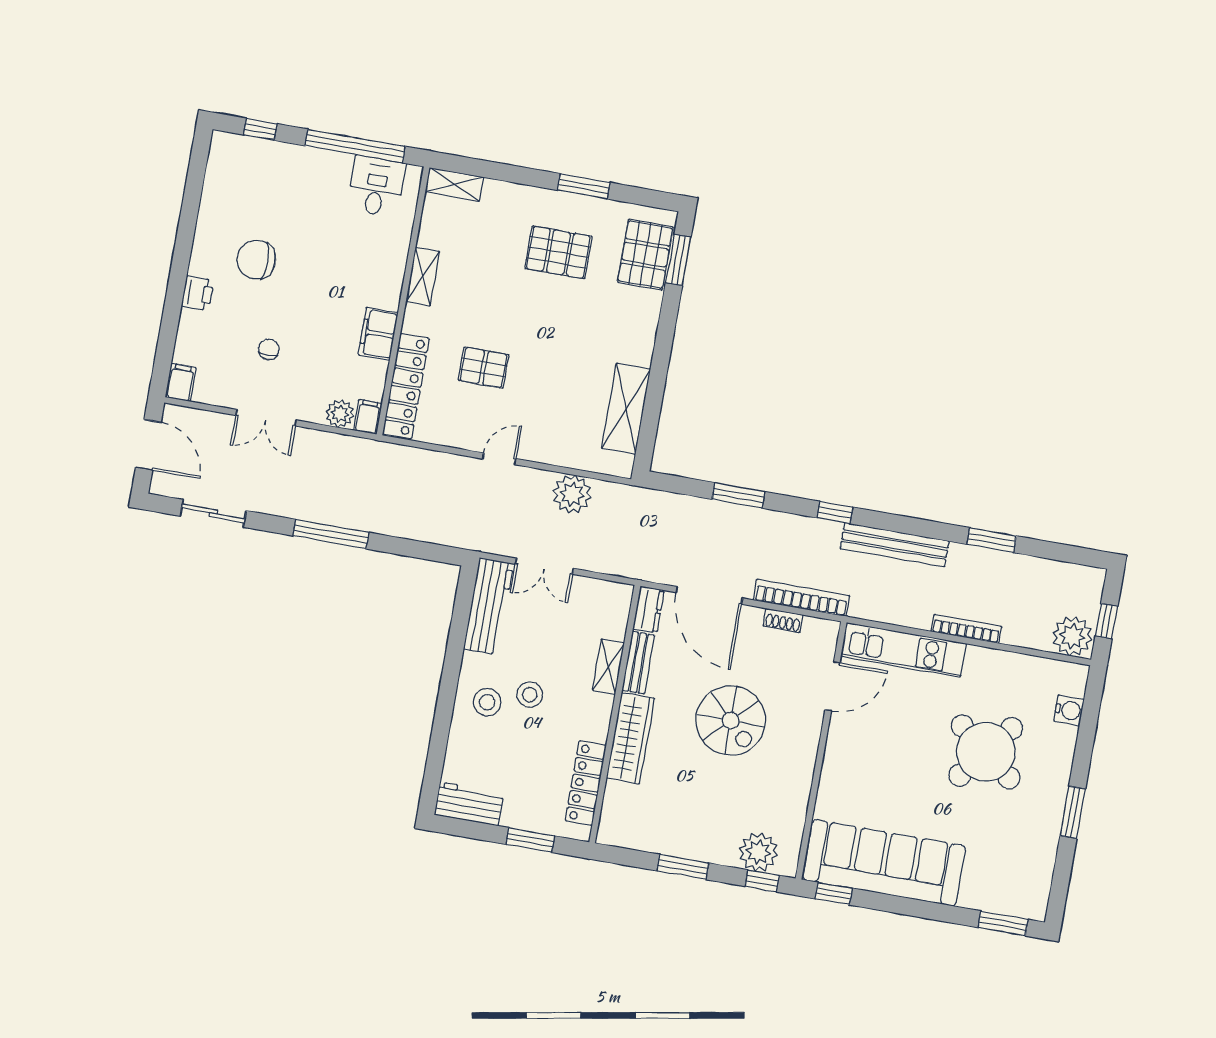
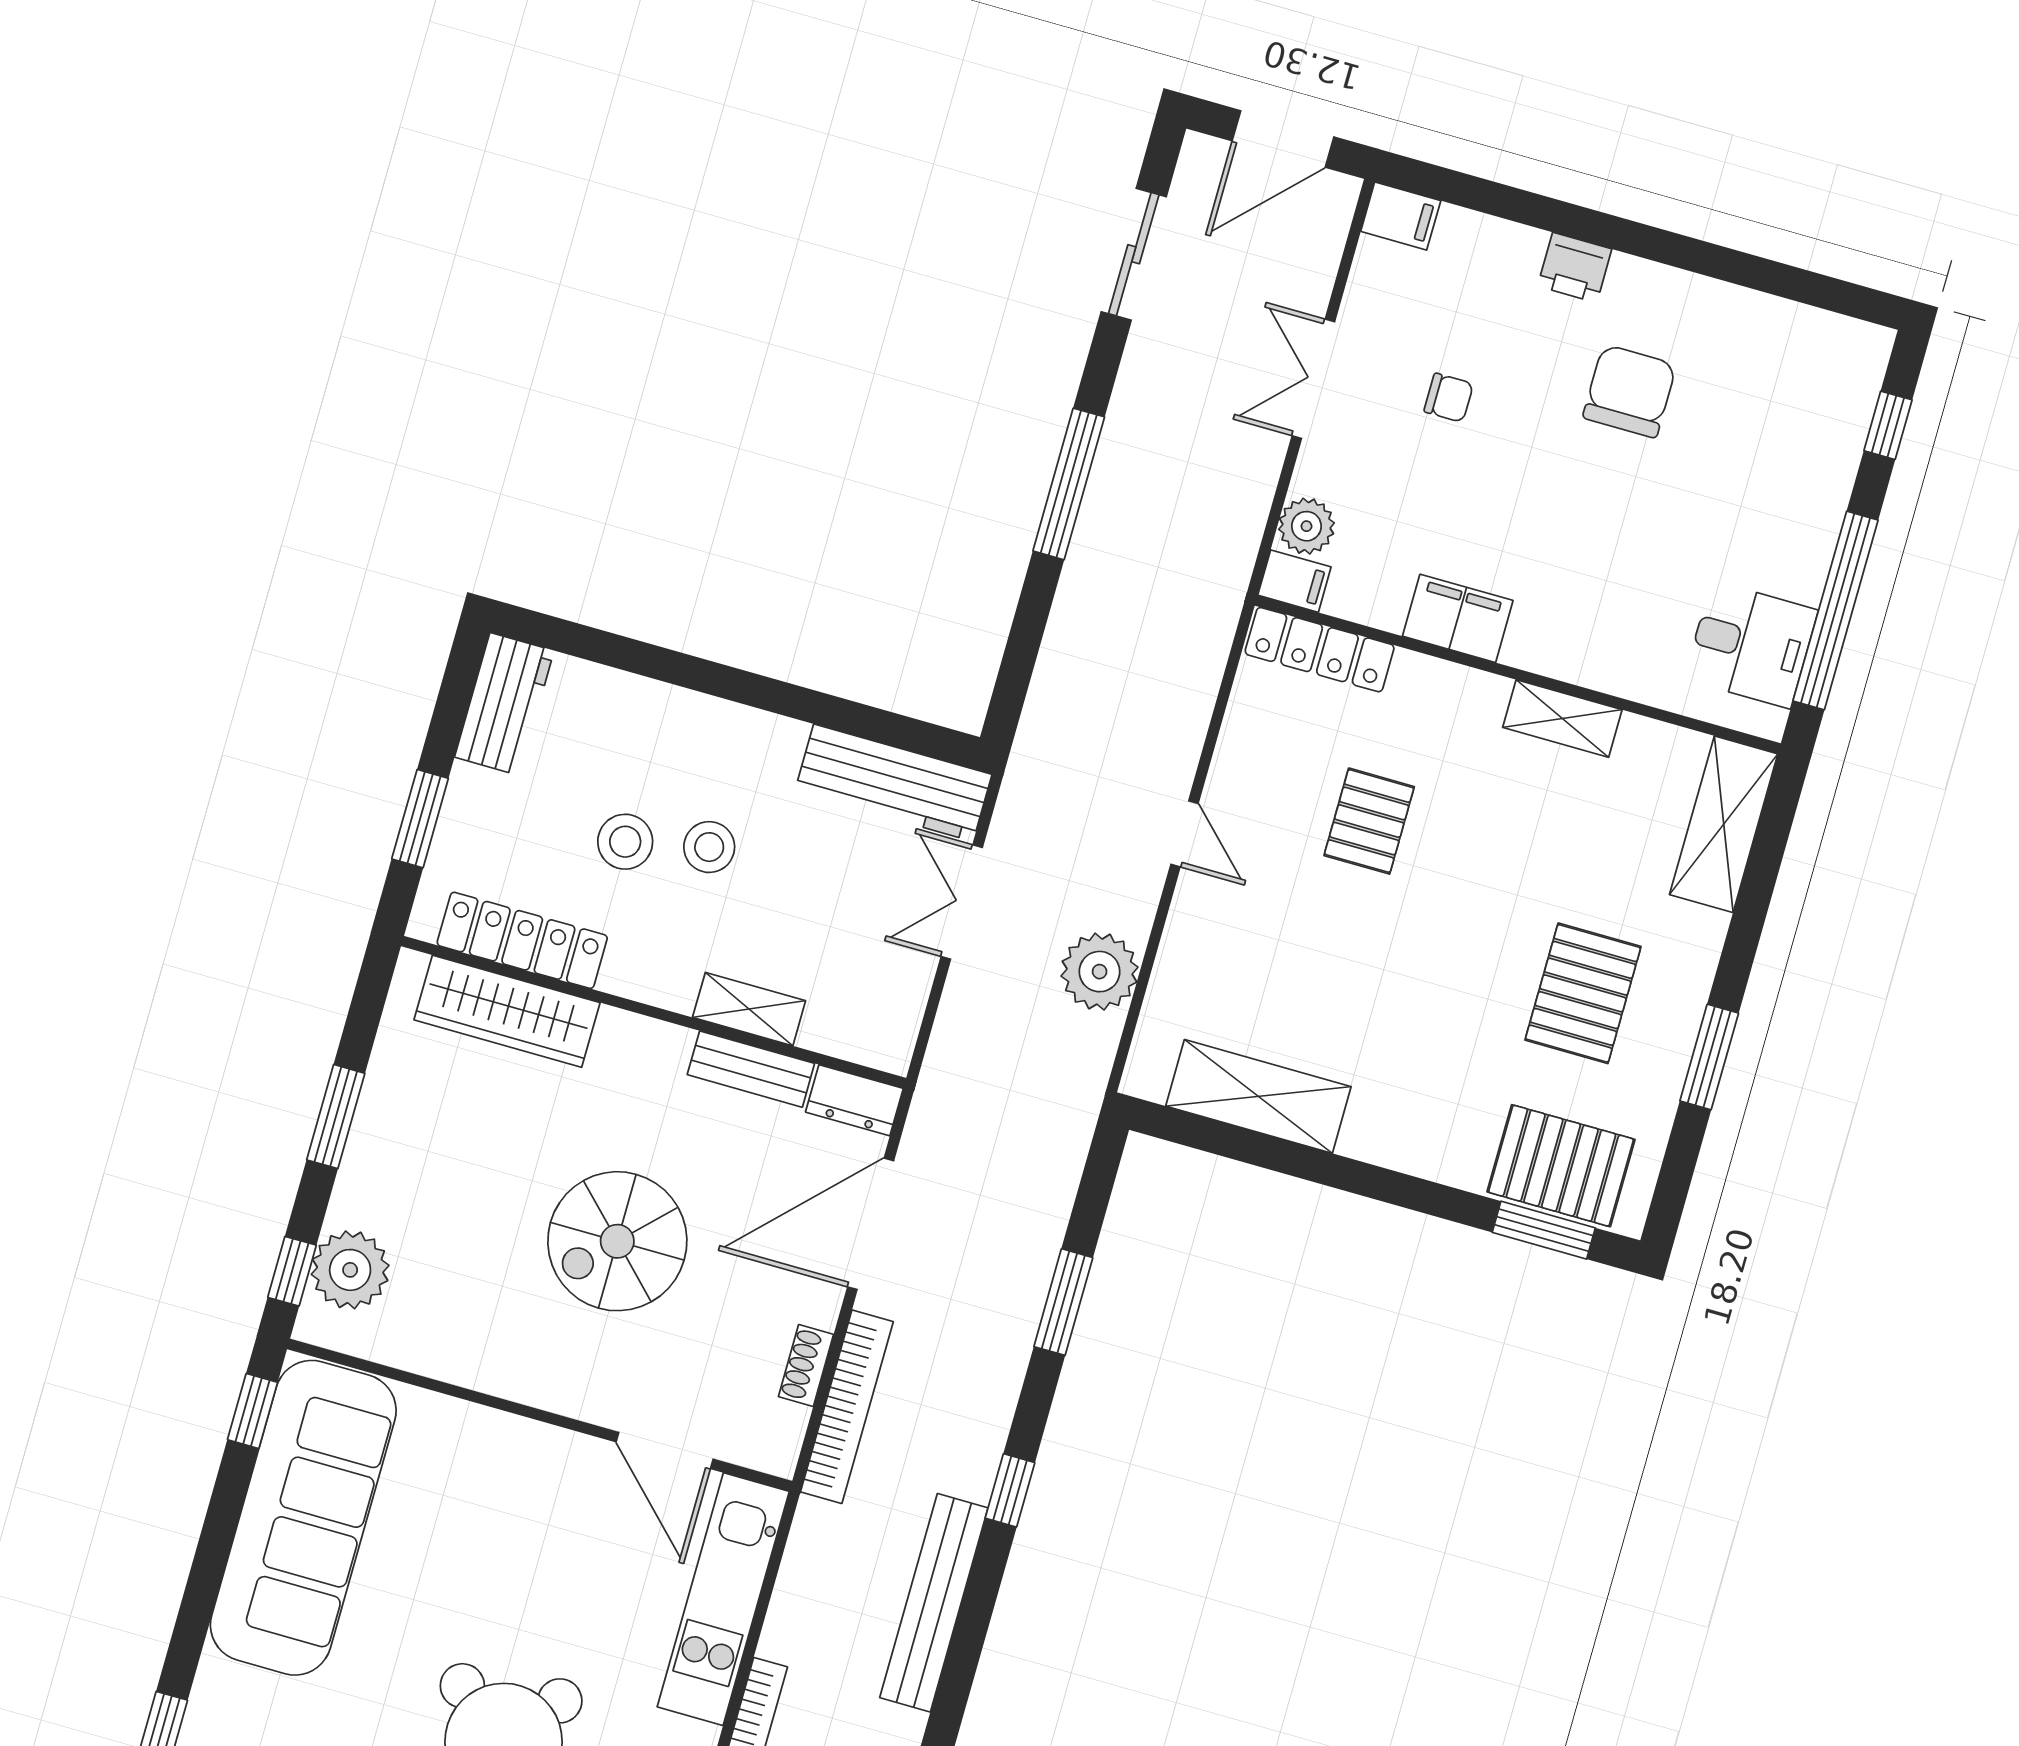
shelving: (454, 184) -> (1724, 824), width x1.50, depth x1.33
locker: (406, 386) -> (1320, 650), width x0.71, depth x0.83
stool: (487, 702) -> (625, 842), moved
wardrobe: (630, 738) -> (507, 1011), moved

